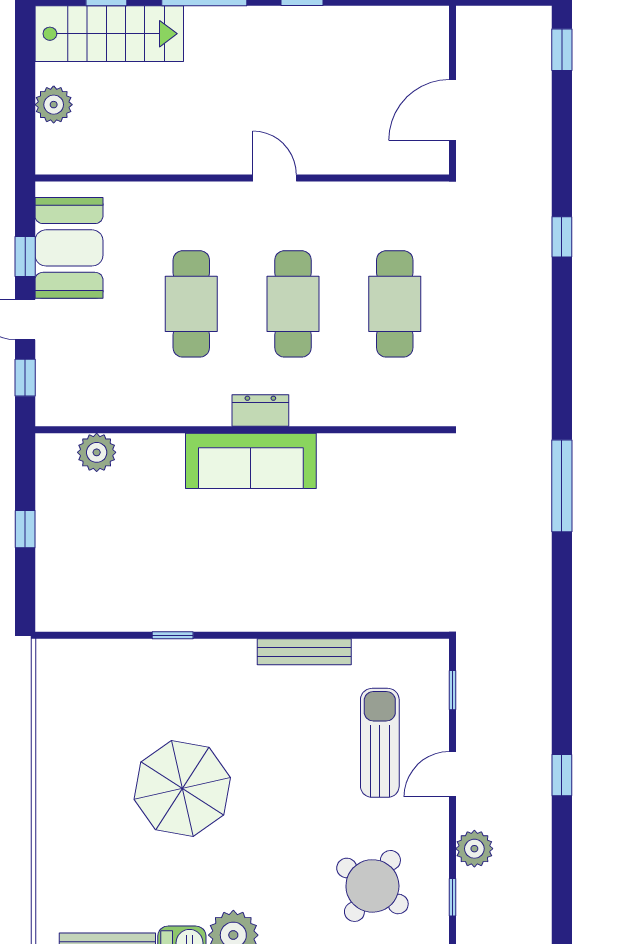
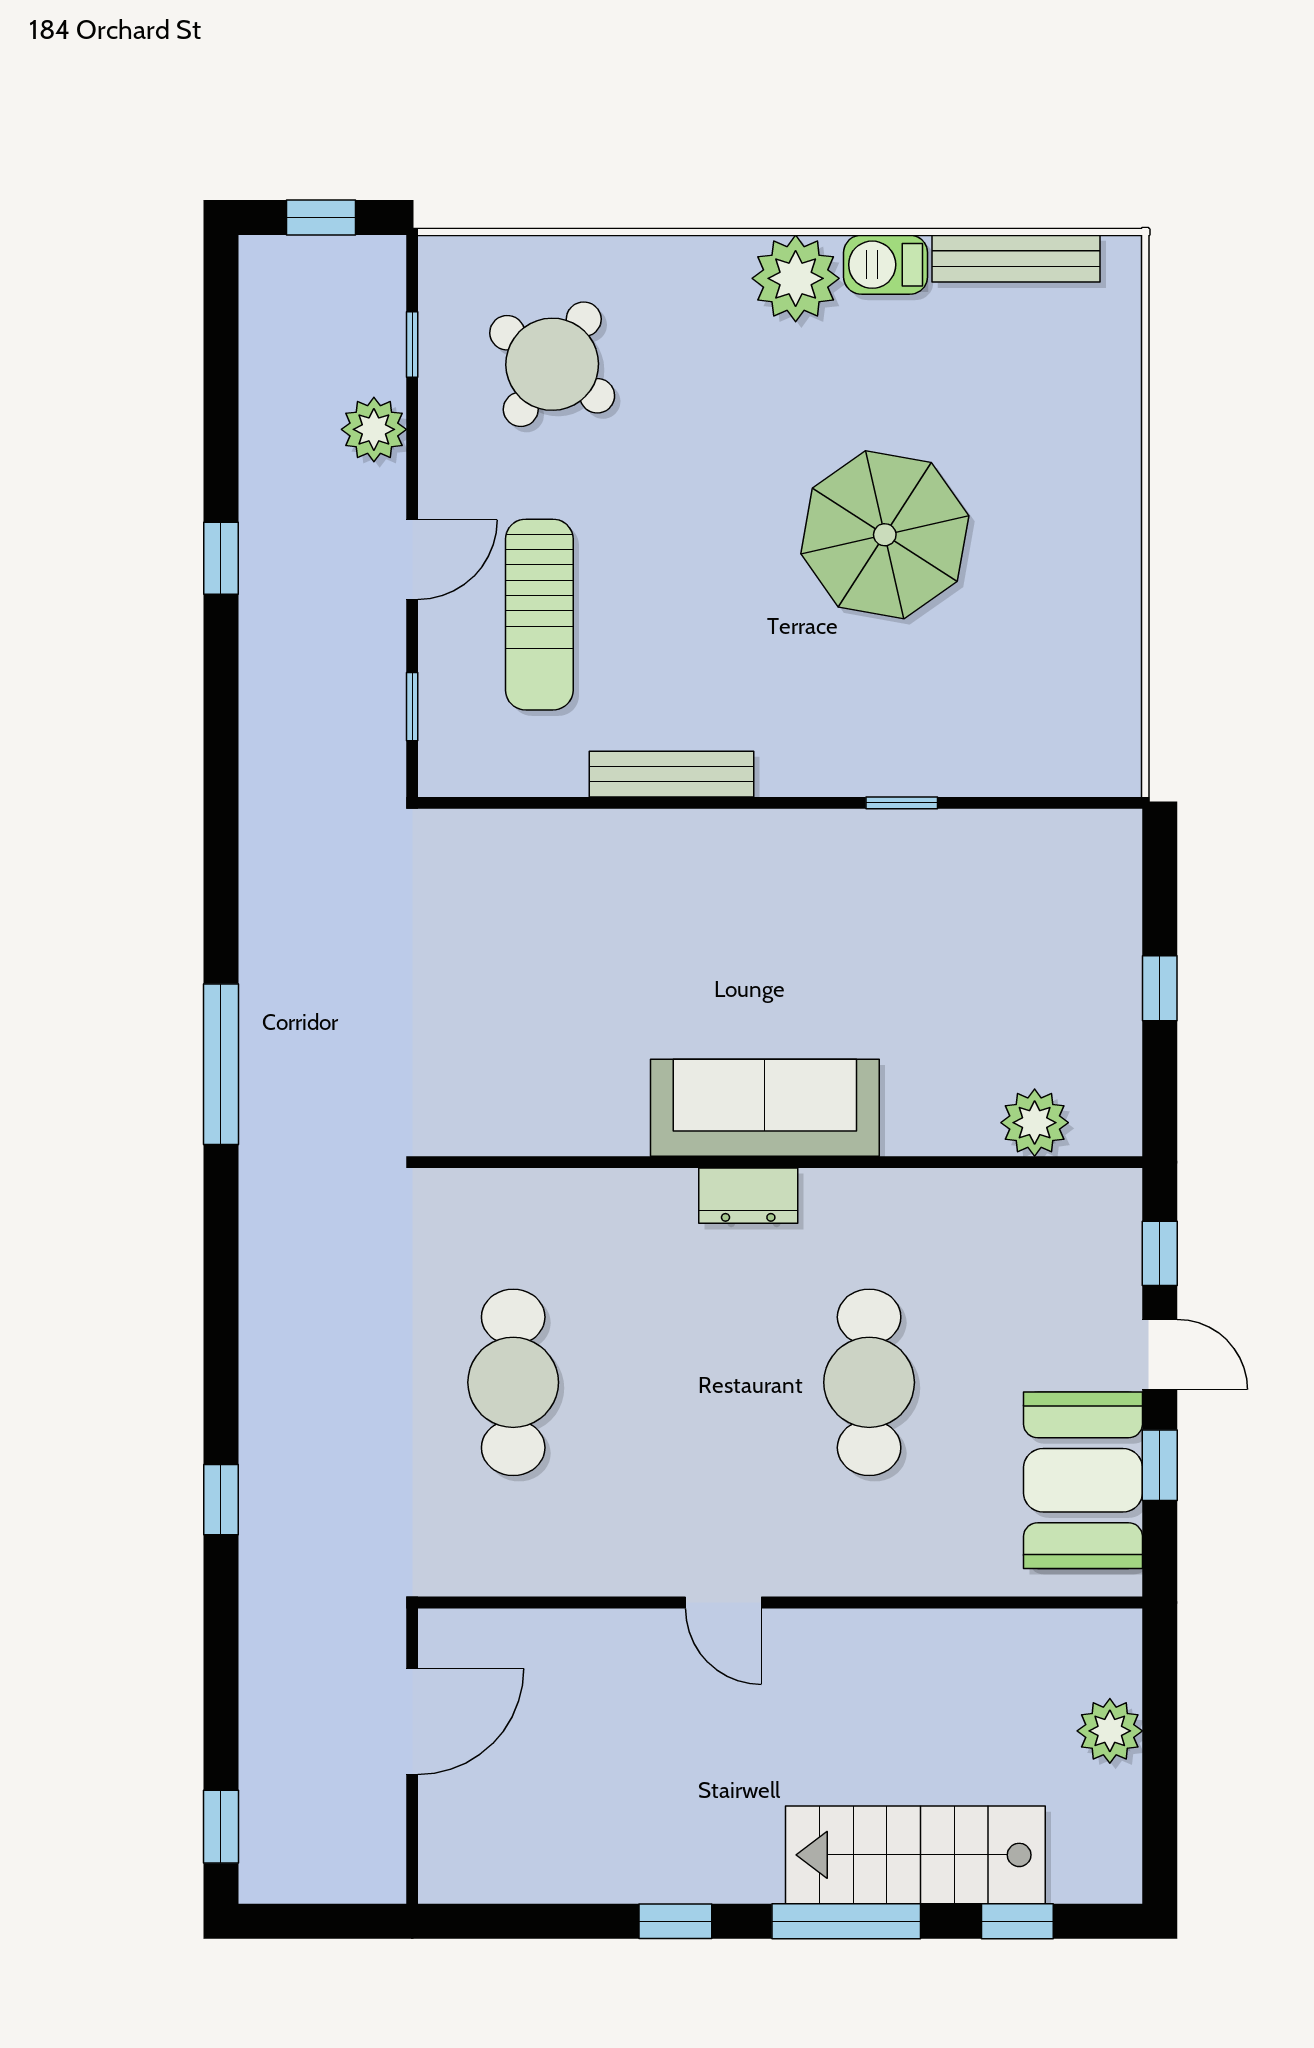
stairs: (109, 34) -> (915, 1855), moved
cafe table: (293, 304) -> (691, 1382), removed

